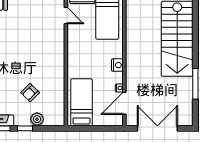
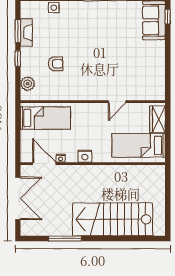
door: (66, 15) -> (117, 102), moved
armchair: (30, 93) -> (56, 64), turned 135
plant: (37, 119) -> (28, 84), moved

